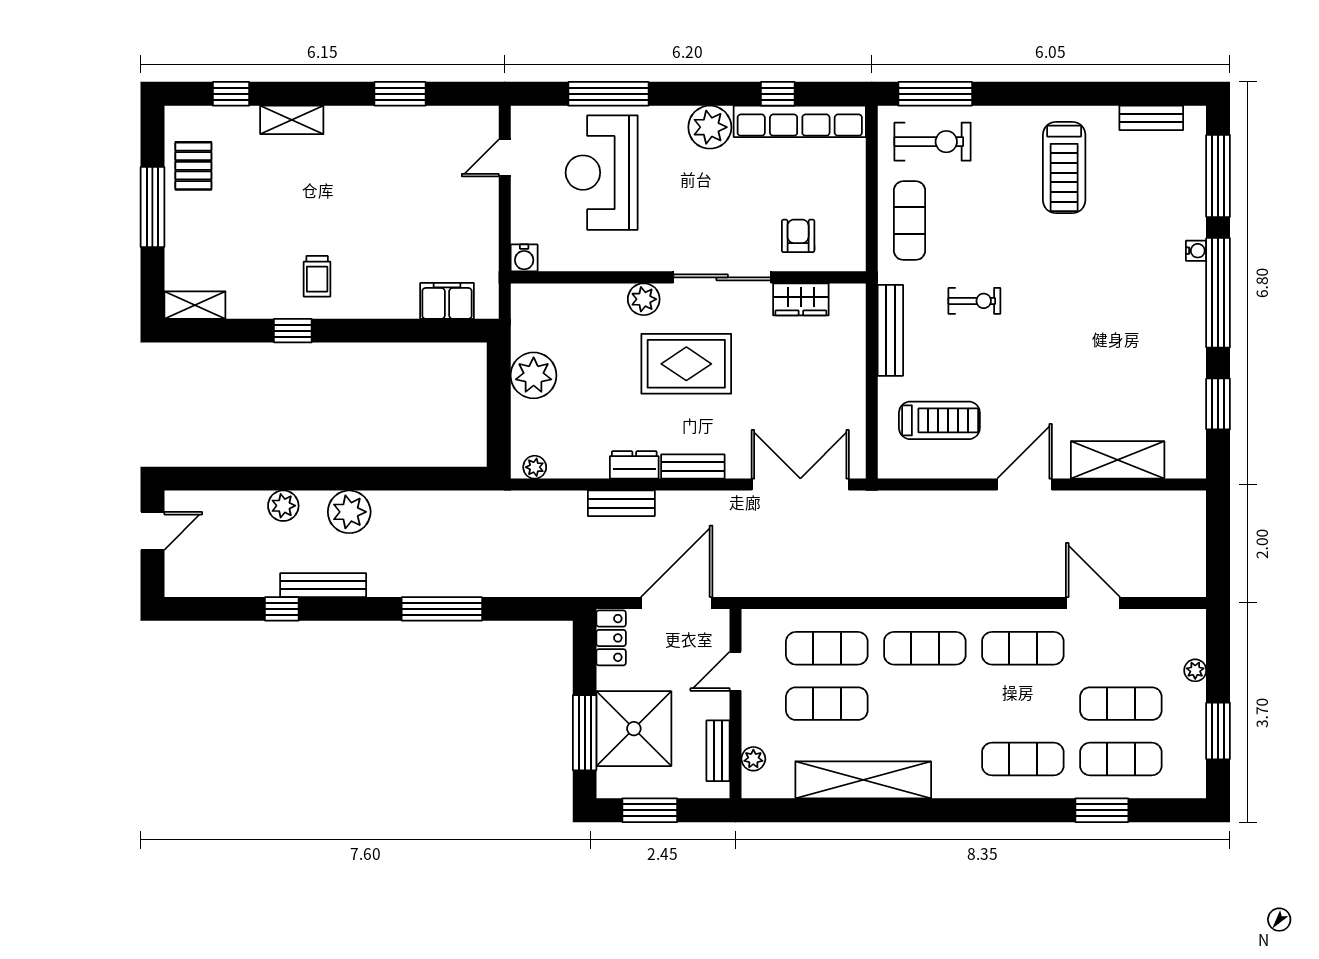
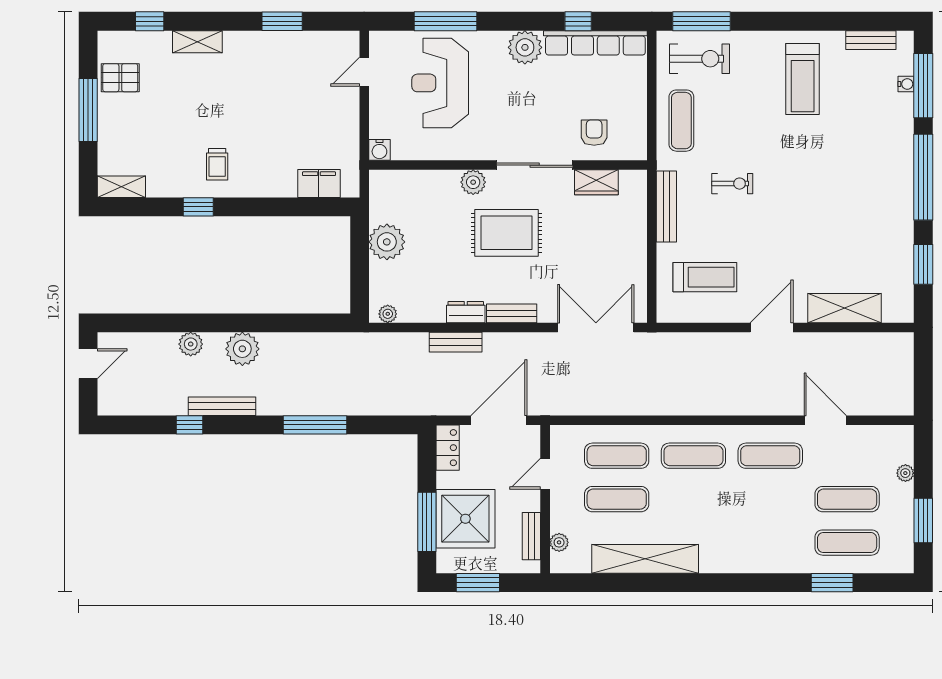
pallet: (193, 166) -> (120, 78), turned 90
water cooler: (1196, 251) -> (906, 84), moved
exercise mat: (1023, 759) -> (770, 543), removed

